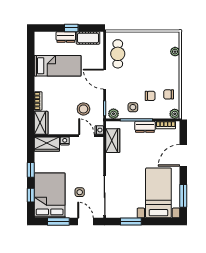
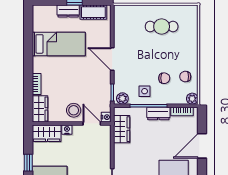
plant: (175, 52) -> (193, 28), removed
cafe table: (118, 54) -> (162, 27), moved, turned 90
stool: (83, 109) -> (74, 110), moved

